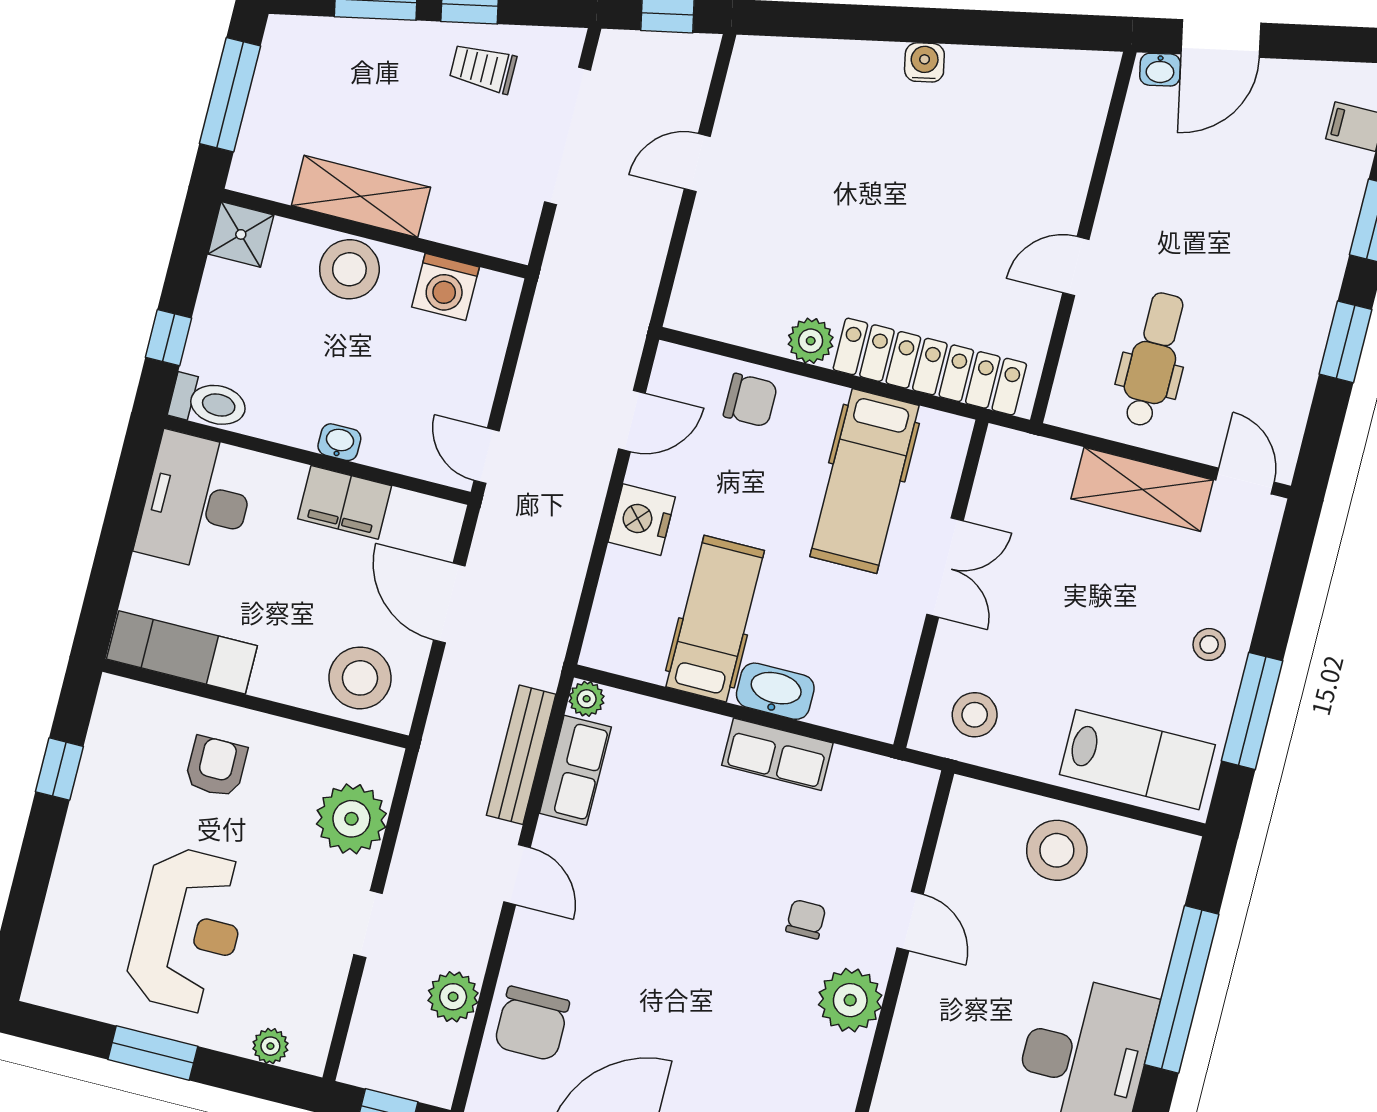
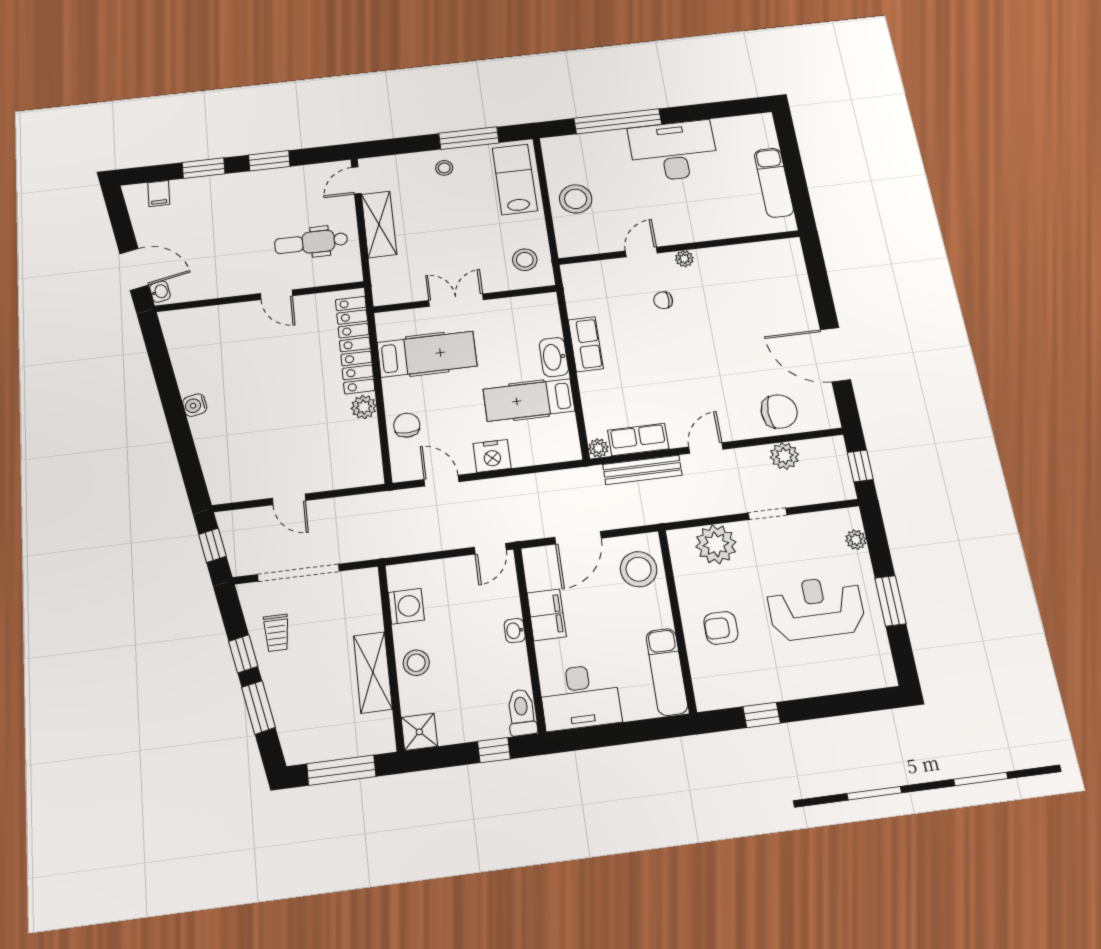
stool: (349, 269) -> (416, 663), width x0.73, depth x0.73
plant: (850, 1000) -> (684, 259), width x0.53, depth x0.53

